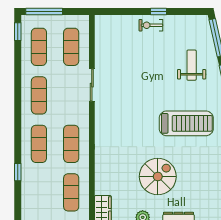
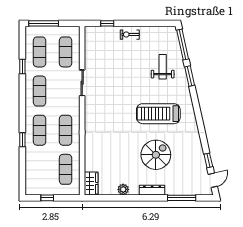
window: (159, 12) -> (107, 23), moved
window: (18, 32) -> (22, 67), moved
treadmill: (186, 123) -> (158, 114), turned 180
window: (18, 172) -> (22, 140), moved
spiral stairs: (158, 177) -> (156, 155), moved

